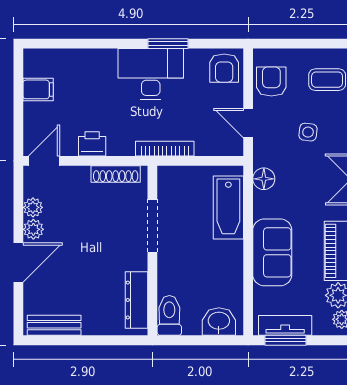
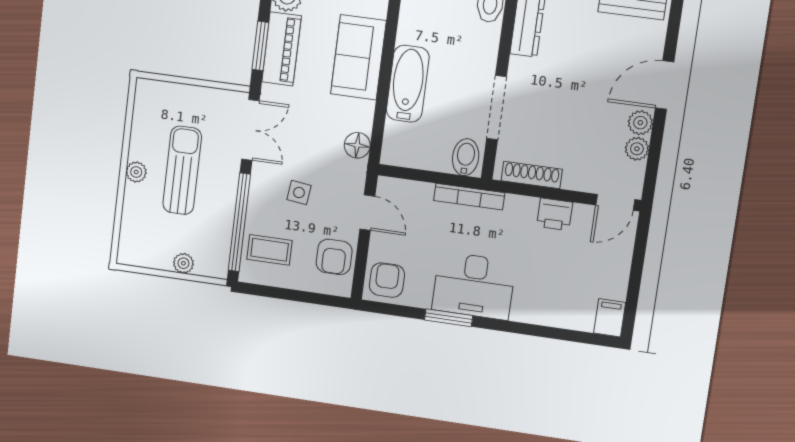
filing cabinet: (38, 89) -> (610, 318), moved, turned 90
bidet: (172, 181) -> (466, 157), added
bathtub: (228, 207) -> (408, 84), moved

